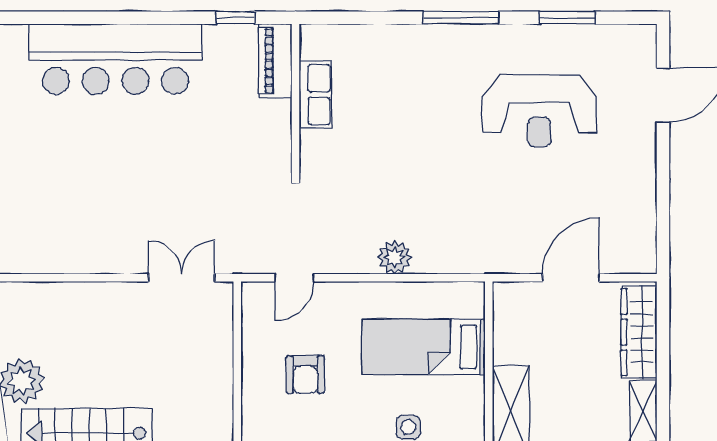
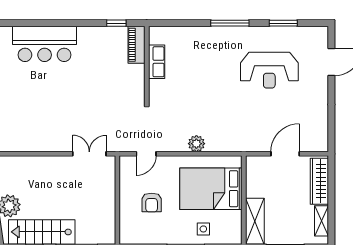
bar counter: (115, 59) -> (45, 44), width x0.73
bed: (423, 347) -> (211, 189), width x1.50

